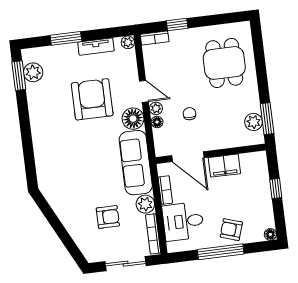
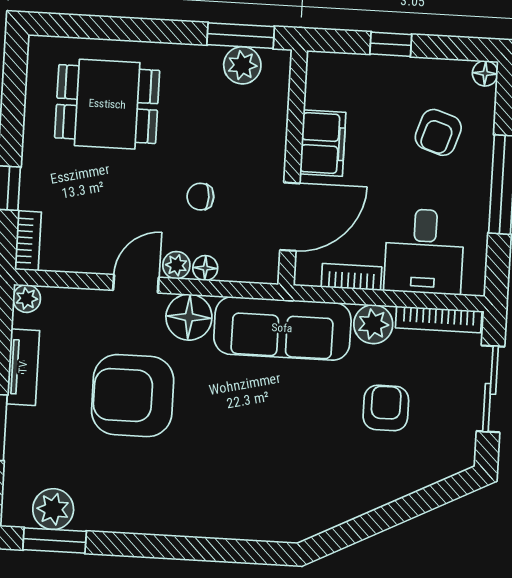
armchair: (231, 230) -> (438, 132), moved

